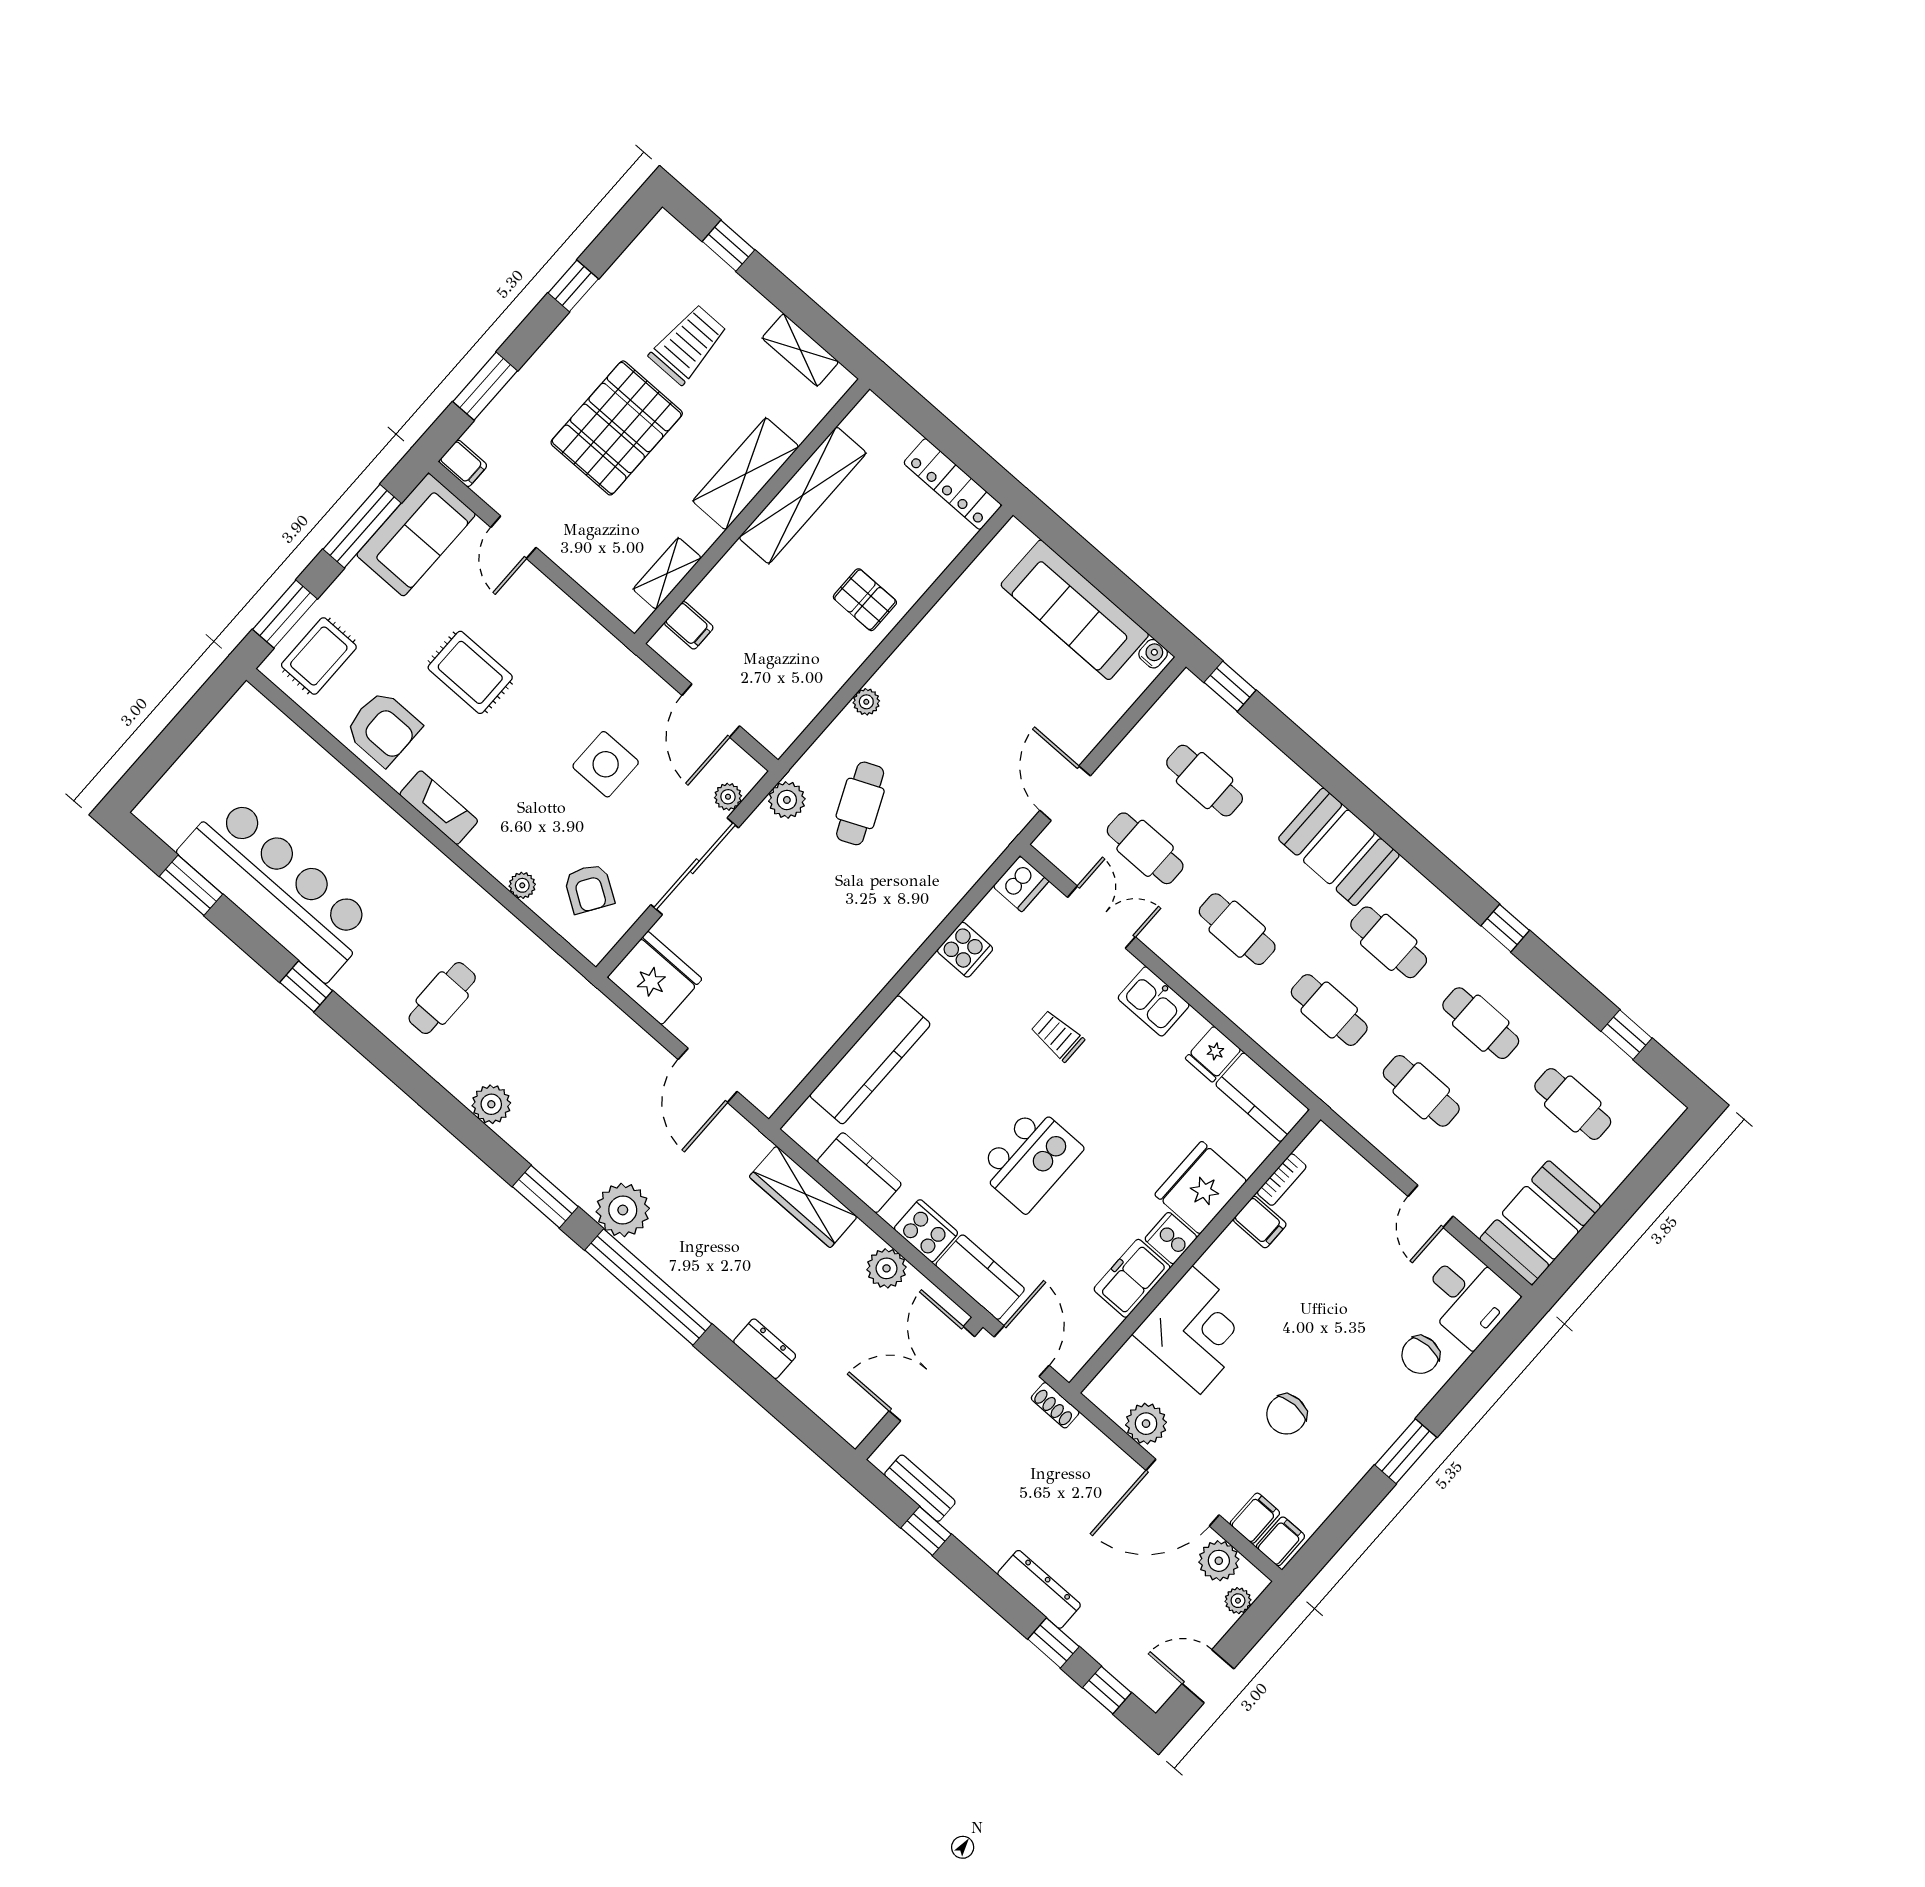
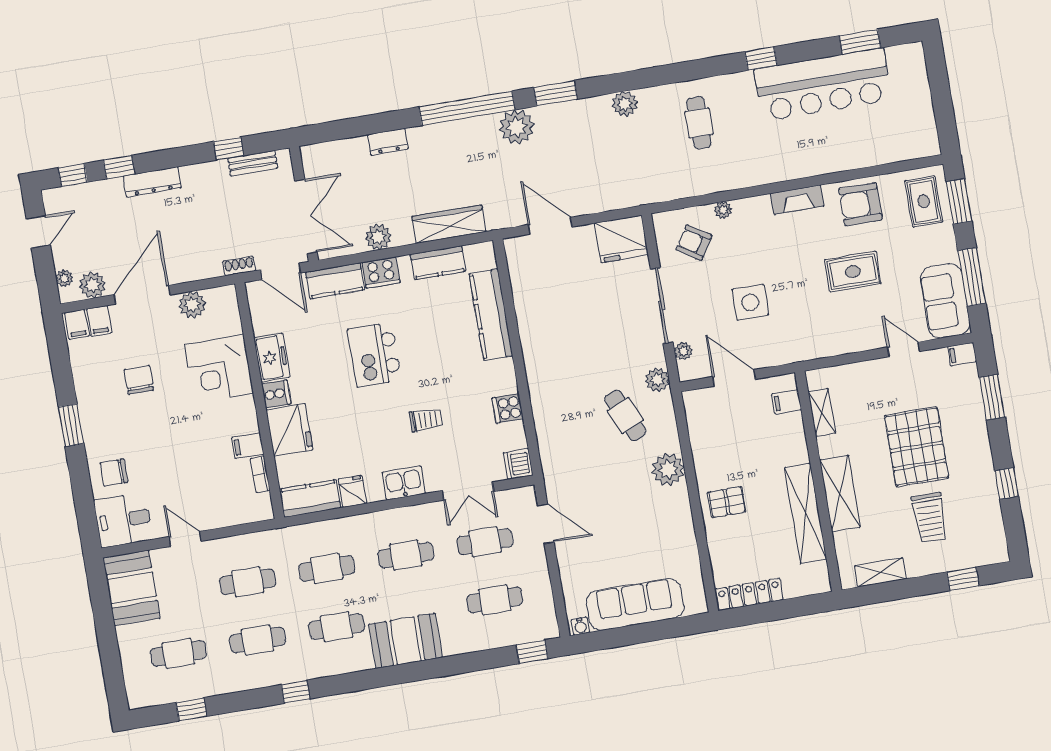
plant: (866, 702) -> (668, 469), width x1.87, depth x1.87
chair: (1420, 1355) -> (114, 472), turned -90

